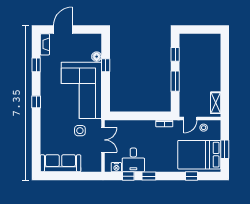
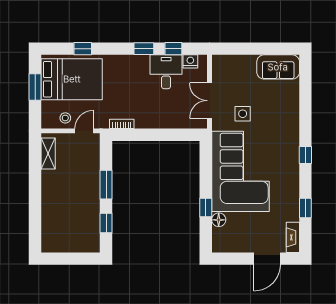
sofa: (60, 163) -> (278, 67), width x0.73

